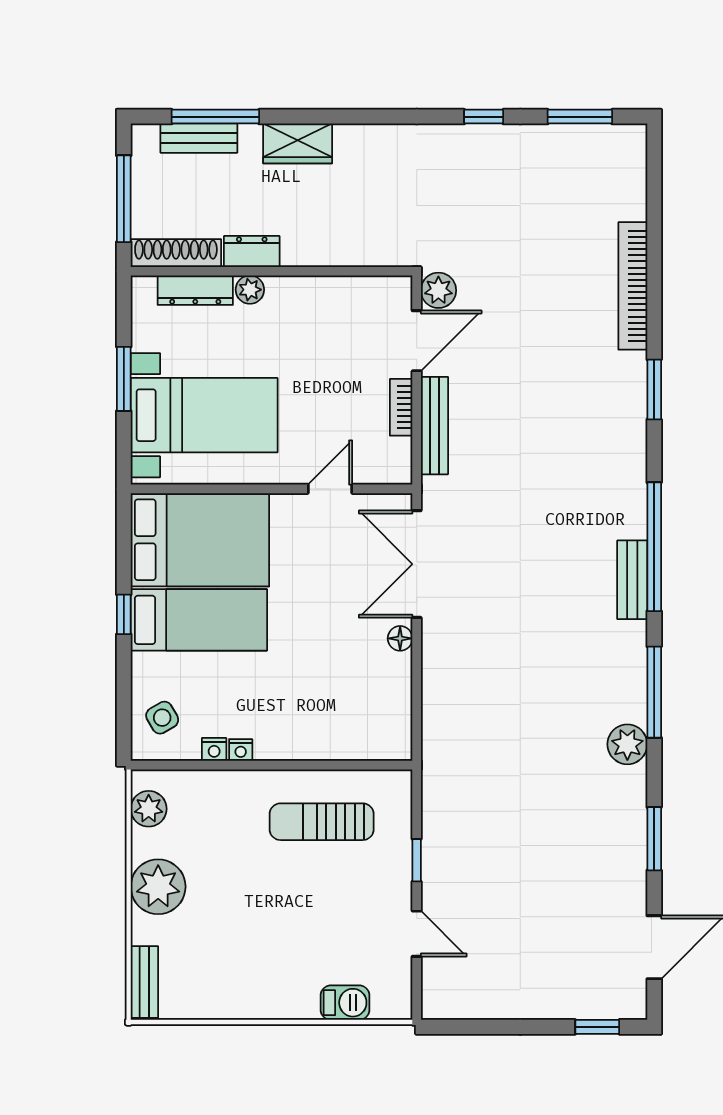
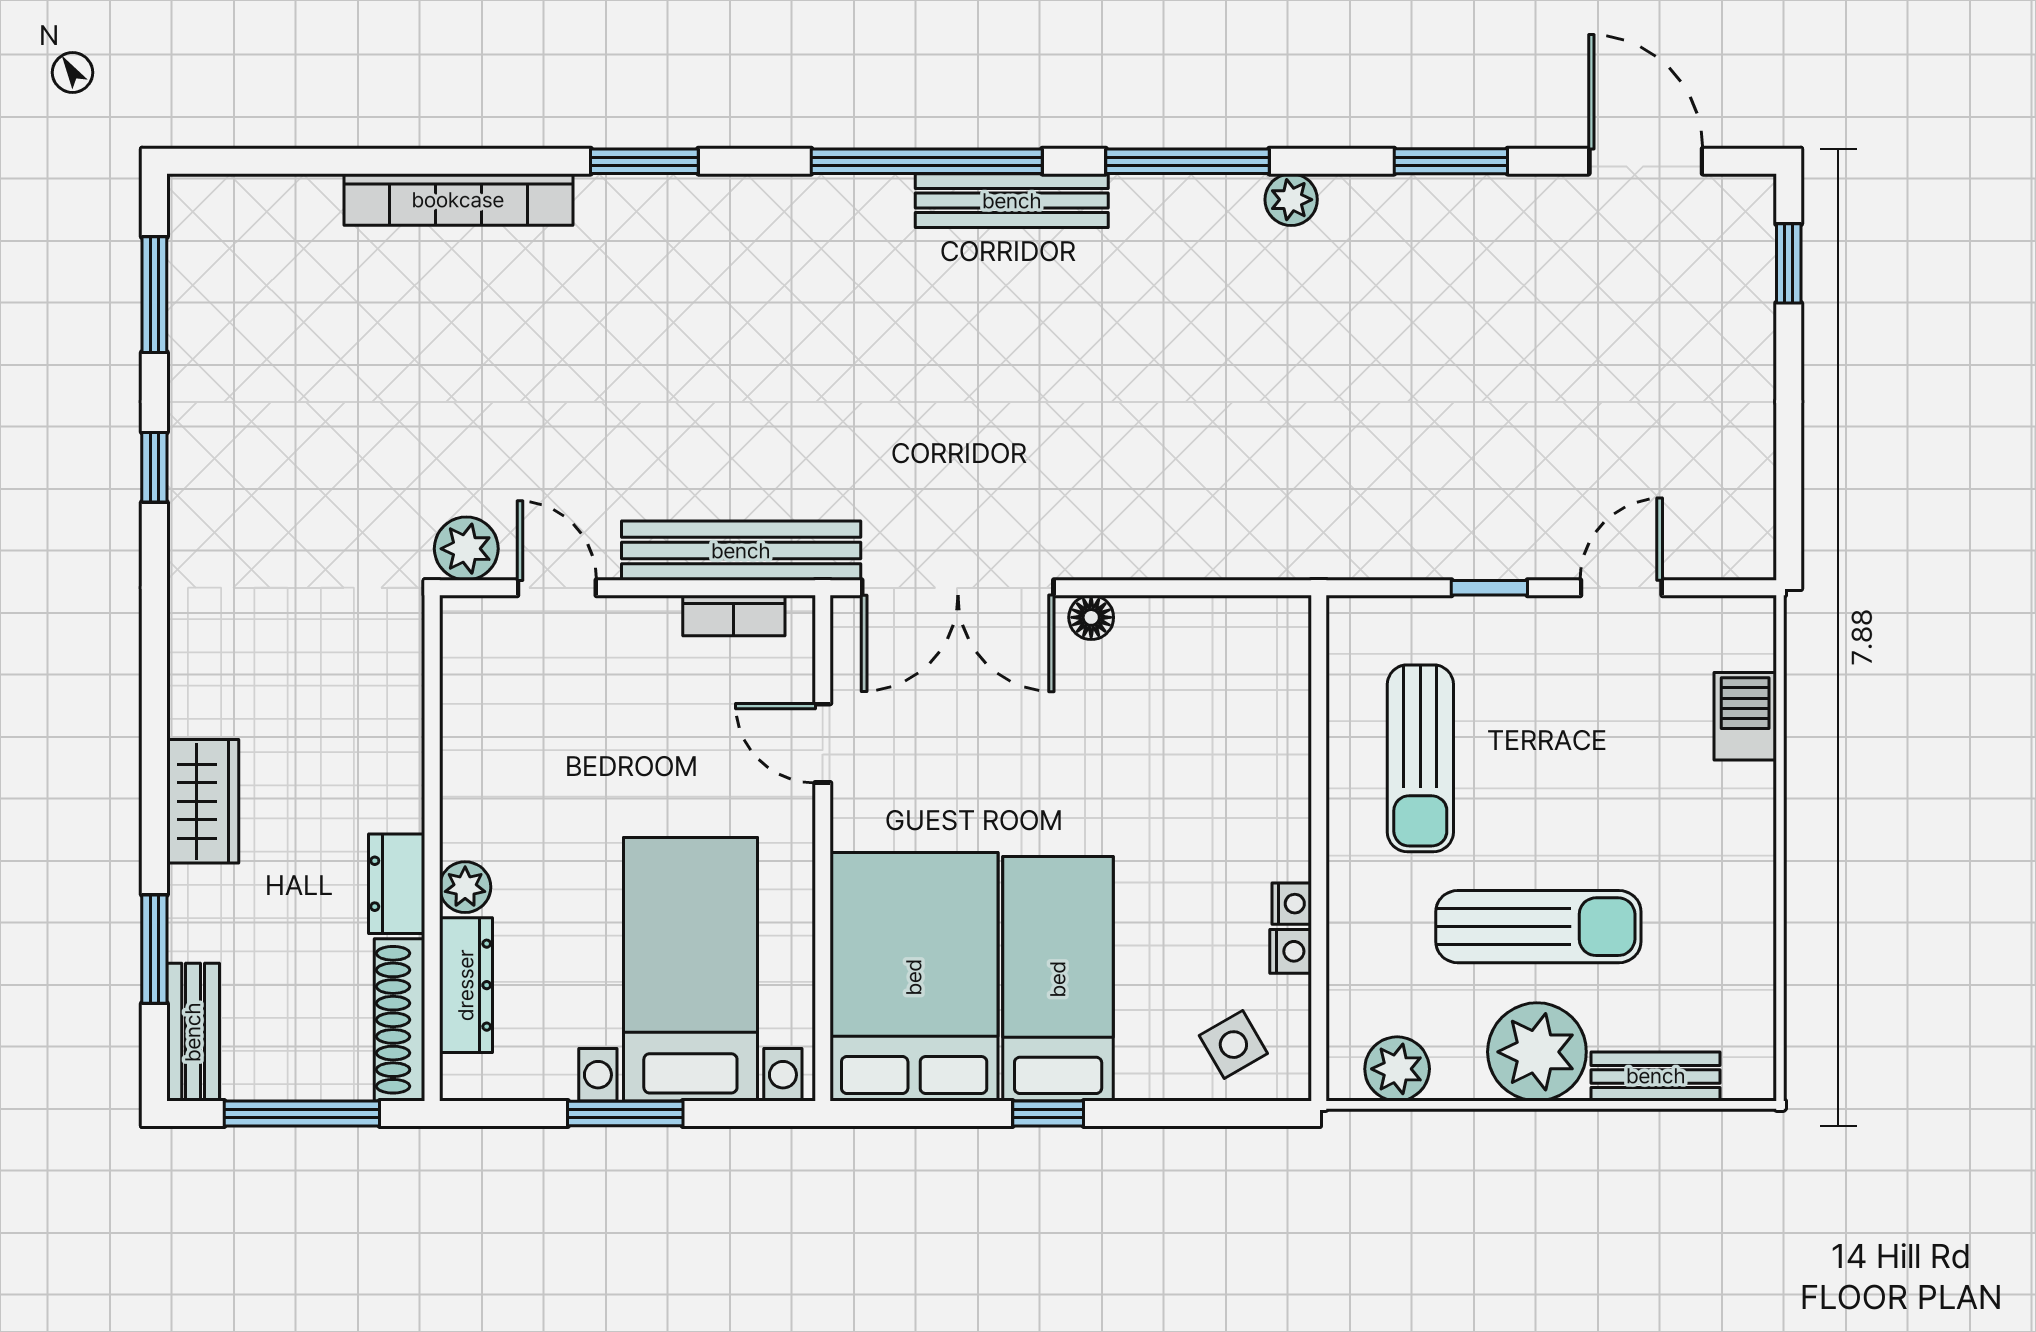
window: (215, 117) -> (154, 949), width x0.69
bench: (199, 138) -> (193, 1032), moved
door: (417, 341) -> (557, 588), width x0.73
bookcase: (401, 407) -> (734, 616), moved
bench: (434, 426) -> (741, 551), width x1.37, depth x1.21
bench: (632, 580) -> (1012, 201), width x1.36
plant: (627, 744) -> (1291, 200), width x0.73, depth x0.73
sun lounger: (228, 887) -> (1538, 927), added
bench: (144, 982) -> (1656, 1076), moved

